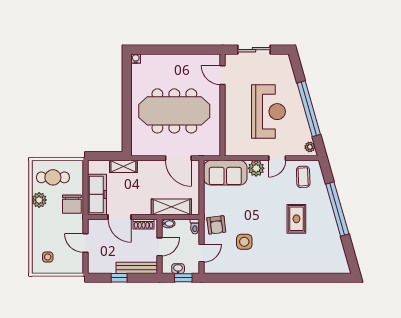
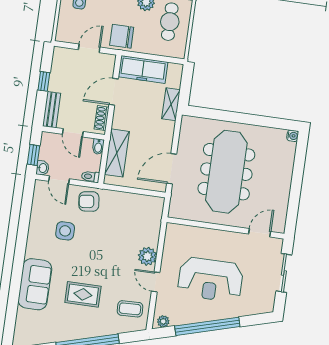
sofa: (225, 173) -> (35, 284), moved, turned 180
chair: (72, 204) -> (122, 36), moved
bench: (137, 268) -> (52, 110), width x0.73
washbasin: (178, 269) -> (43, 168), moved

